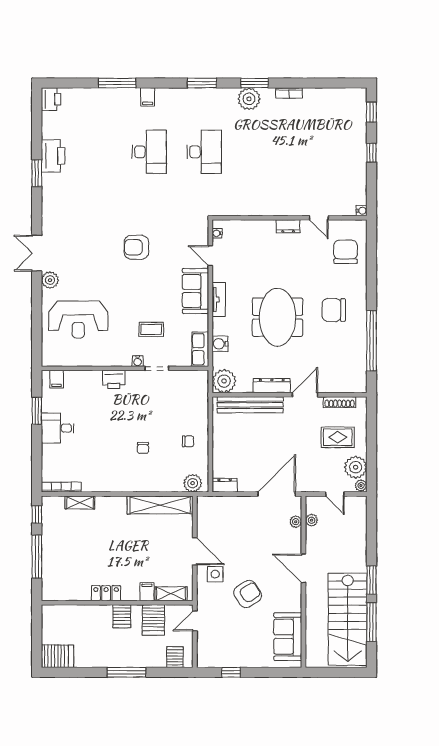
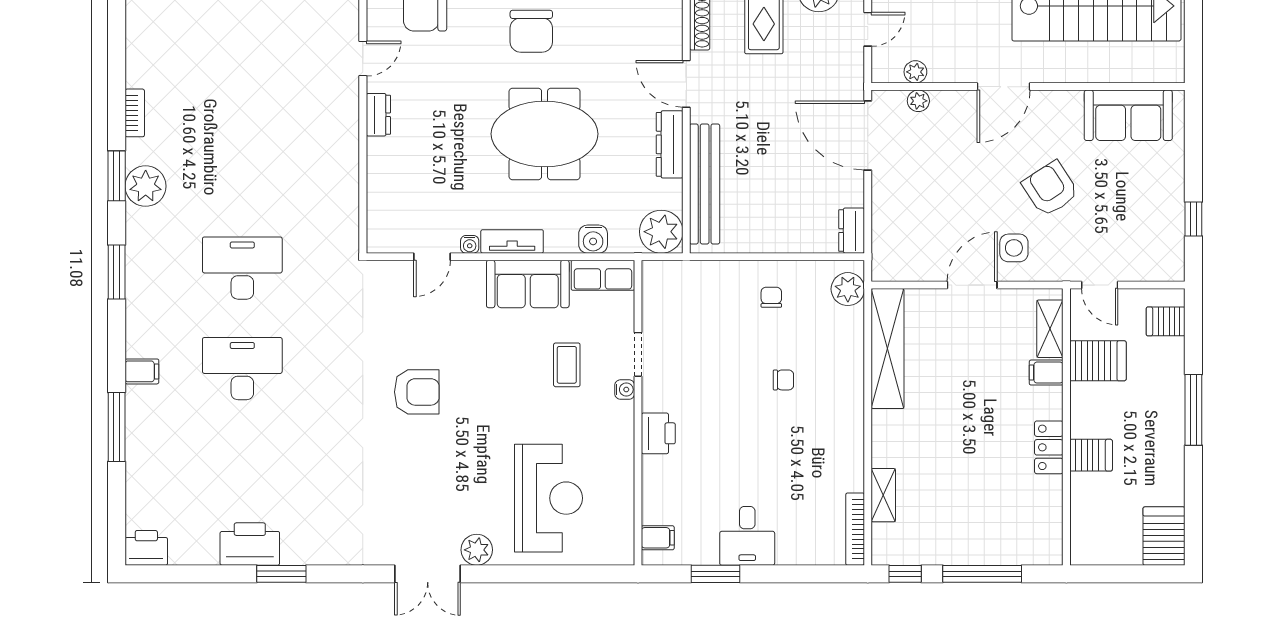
water cooler: (217, 233) -> (470, 244), moved
armchair: (136, 247) -> (417, 392), turned -90
sofa: (195, 291) -> (528, 284), moved
server rack: (122, 616) -> (1091, 455), moved

